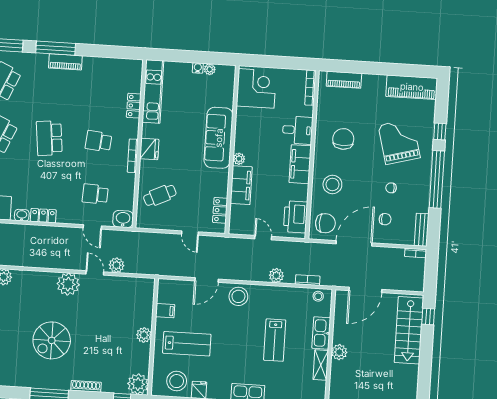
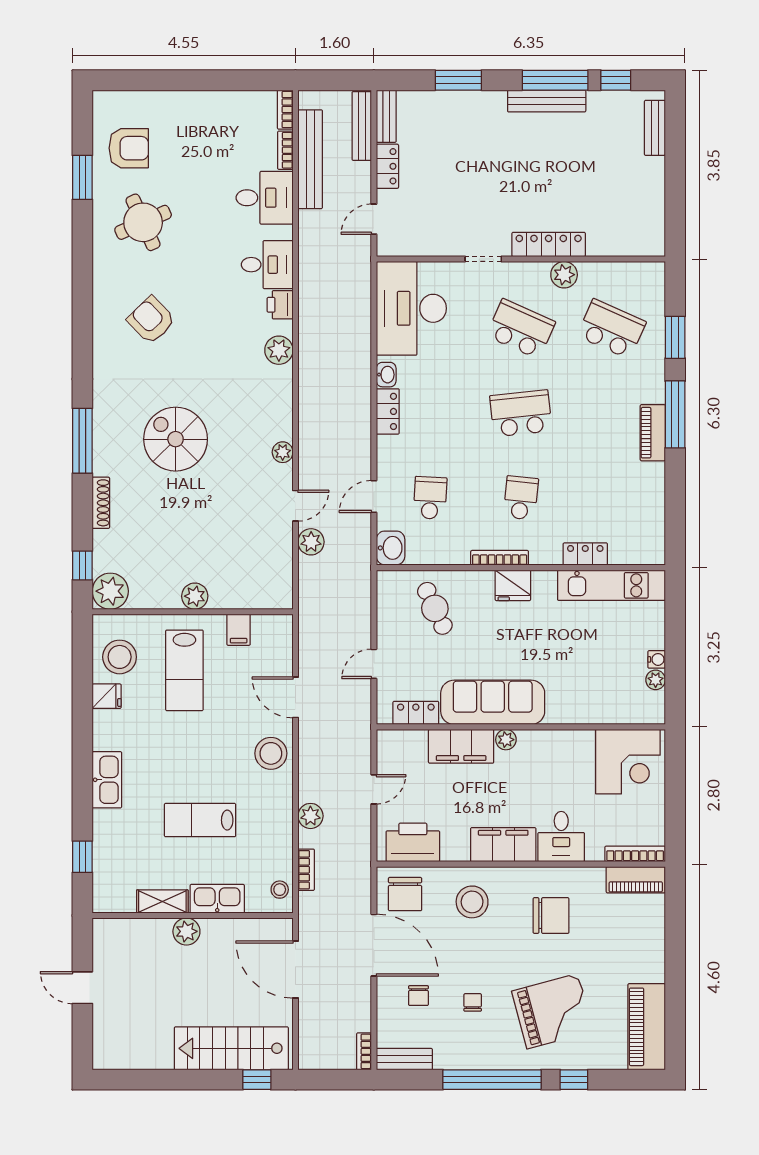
piano: (344, 80) -> (636, 880), moved, turned -90
sofa: (219, 138) -> (493, 702), moved
plant: (68, 284) -> (283, 452), width x0.53, depth x0.53

